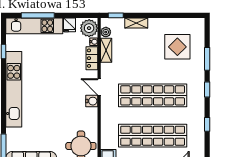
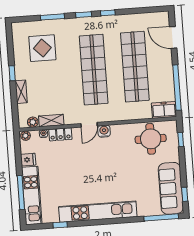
window: (116, 15) -> (12, 73), moved
plant: (89, 28) -> (26, 136), width x0.53, depth x0.53
window: (207, 124) -> (108, 13), moved

